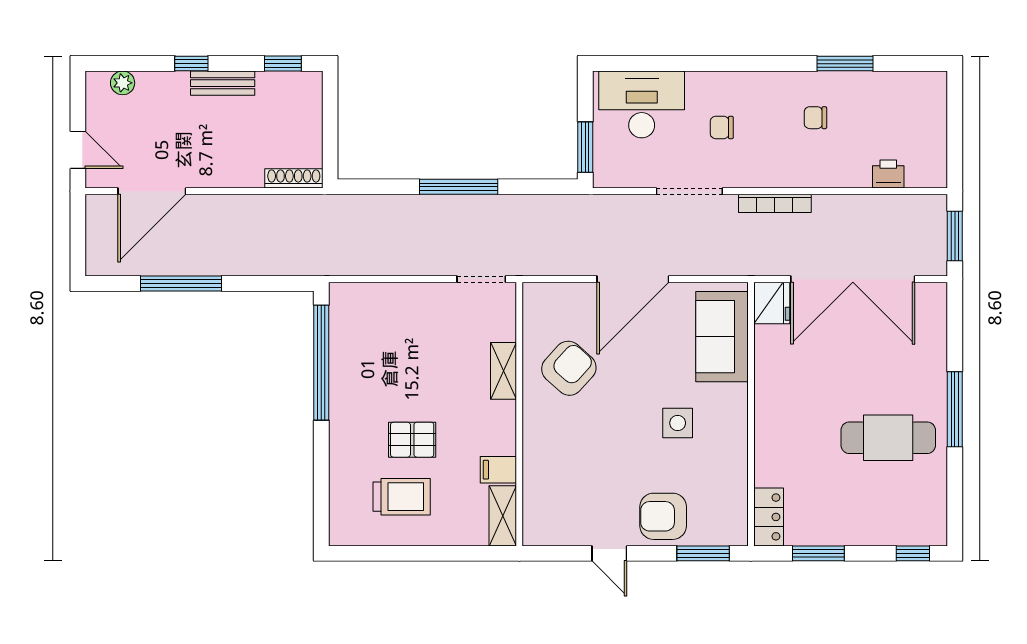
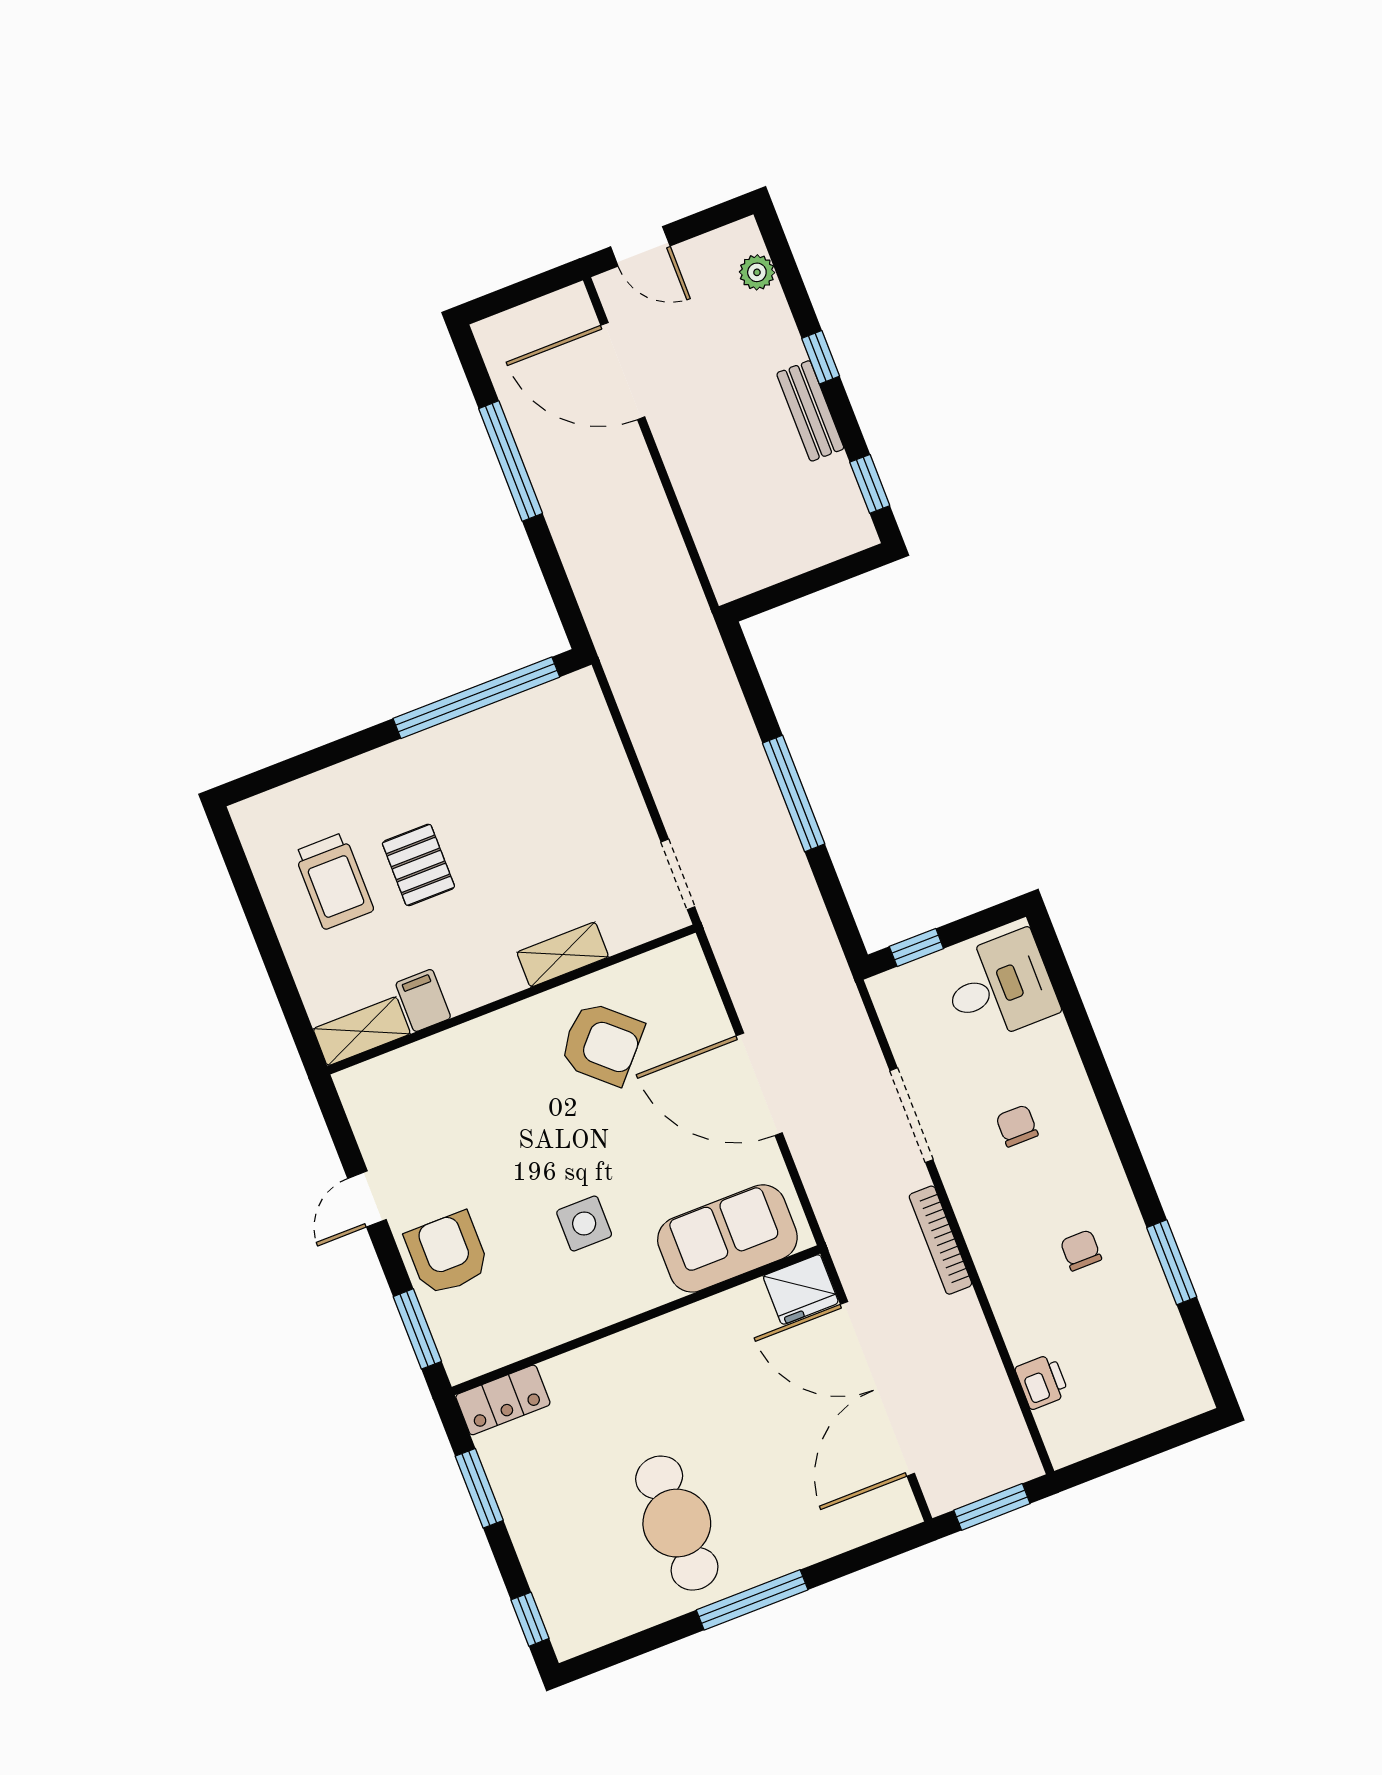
desk: (642, 104) -> (1000, 987), width x0.73
window: (585, 147) -> (916, 948), width x0.67
door: (78, 150) -> (640, 246), hinge flipped
shoe rack: (294, 178) -> (717, 561), removed

